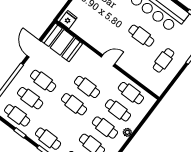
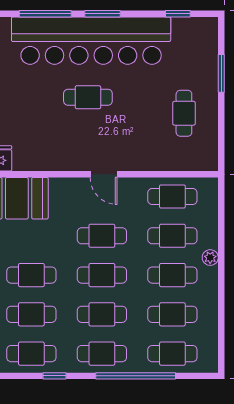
cafe table: (141, 36) -> (88, 97), moved
door: (108, 61) -> (104, 174), swing flipped
cafe table: (61, 121) -> (102, 314), added

